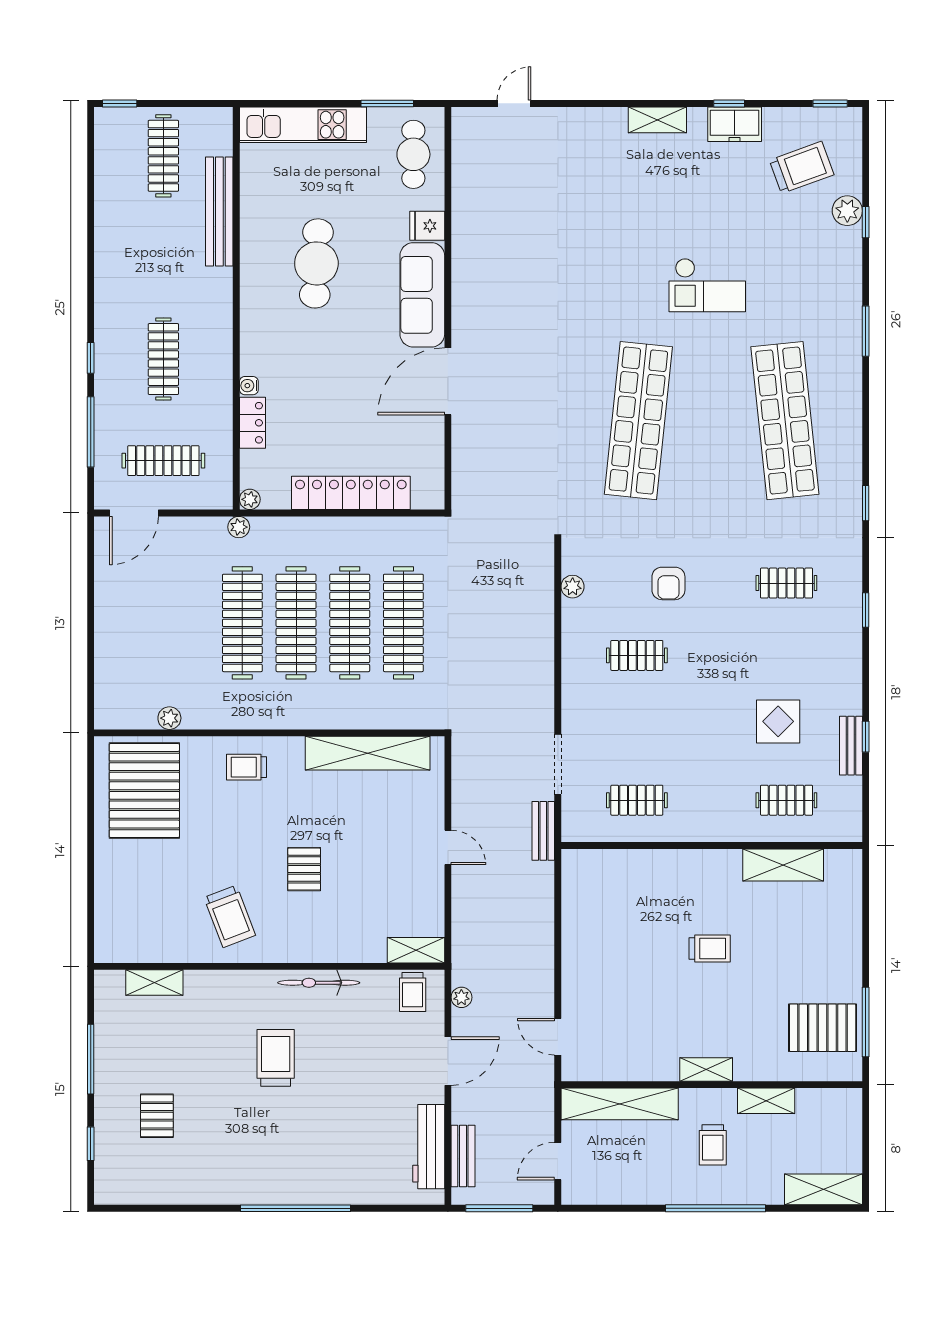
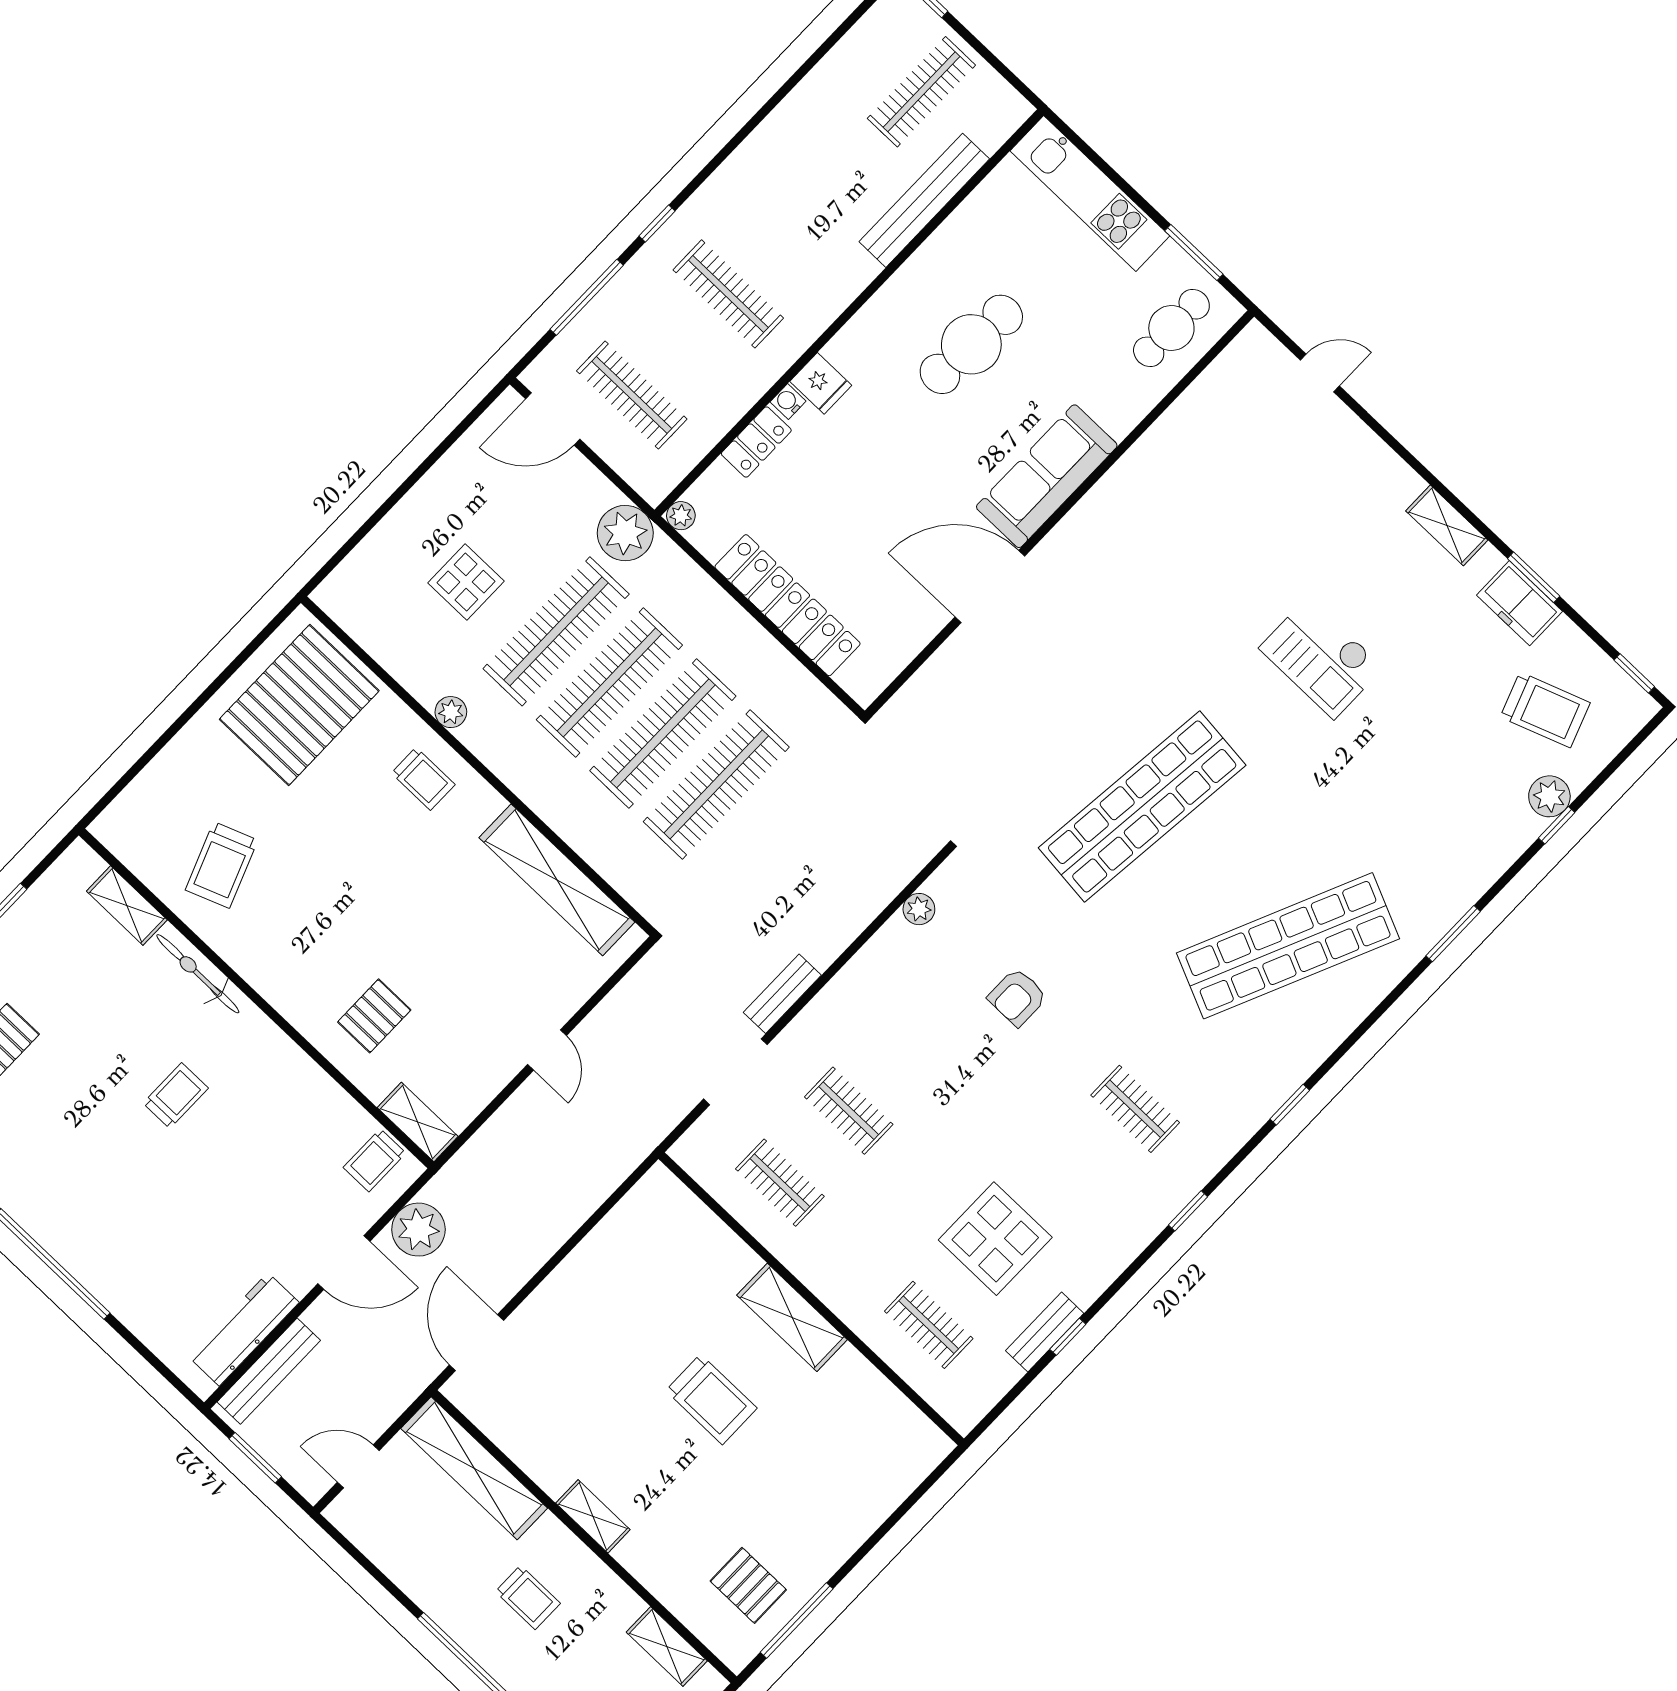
window: (729, 103) -> (1534, 577), width x1.50
fridge: (427, 226) -> (821, 383), moved, turned 180
checkout: (707, 285) -> (1321, 658), moved
clothes rail: (163, 359) -> (728, 294), turned 90
shop shelf: (785, 421) -> (1288, 946), turned 30
plant: (239, 527) -> (625, 533), width x1.88, depth x1.88
display table: (170, 642) -> (466, 582), added
clothes rail: (637, 655) -> (849, 1111), moved
plant: (169, 718) -> (451, 712), moved
display table: (778, 721) -> (995, 1239), width x1.36, depth x1.36
trolley: (247, 767) -> (423, 779), turned 180
bench: (543, 831) -> (782, 994), moved
shelving: (783, 865) -> (792, 1317), moved
pallet: (304, 869) -> (374, 1016), moved
trolley: (230, 916) -> (222, 865), moved
trolley: (710, 949) -> (711, 1399), width x1.36, depth x1.39
bicycle: (319, 983) -> (198, 974), moved
plant: (461, 997) -> (418, 1230), width x1.88, depth x1.88
pallet: (823, 1028) -> (748, 1585), width x0.67, depth x0.71
door: (558, 1037) -> (476, 1343), width x1.38
trolley: (276, 1058) -> (176, 1096), width x0.73, depth x0.72
shelving: (766, 1101) -> (667, 1646), moved
trolley: (713, 1145) -> (528, 1597), turned -90
bench: (463, 1156) -> (269, 1371), width x1.36
window: (499, 1208) -> (255, 1458), width x0.69

